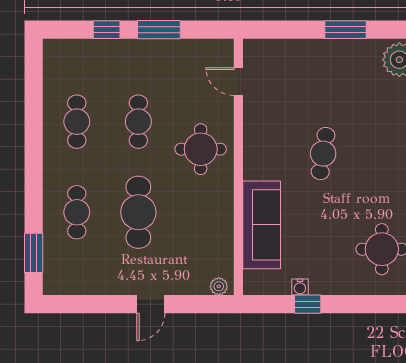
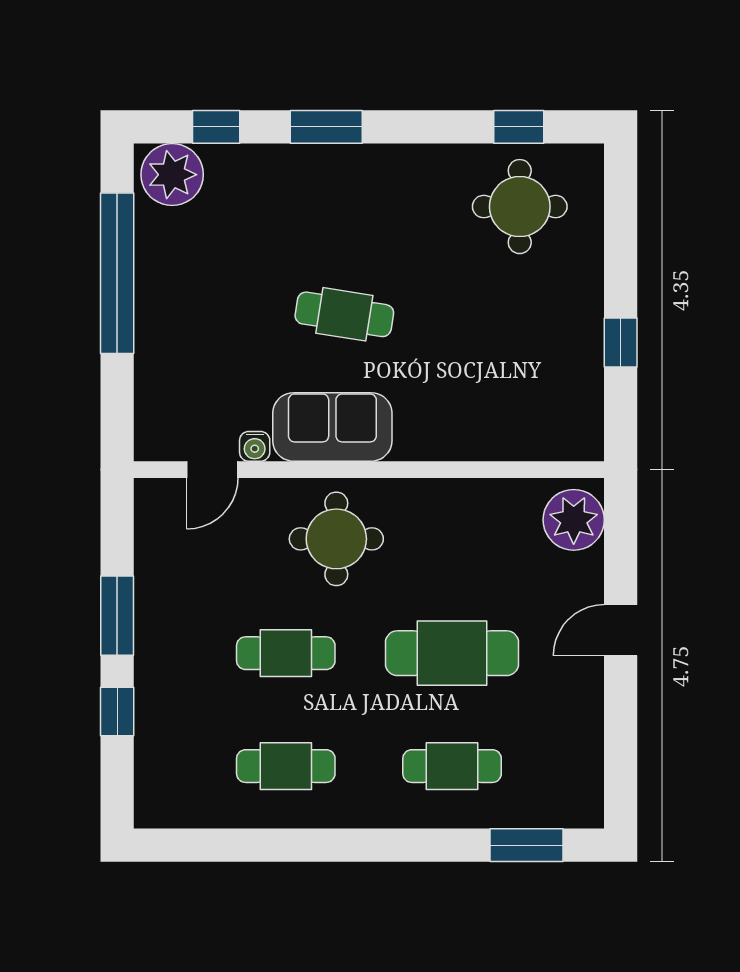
window: (346, 30) -> (117, 273), width x2.11
sofa: (262, 225) -> (332, 427), moved, width x0.73
plant: (219, 286) -> (574, 520), width x1.88, depth x1.88
water cooler: (300, 287) -> (255, 446), moved, turned 90
door: (151, 304) -> (621, 630), swing flipped

